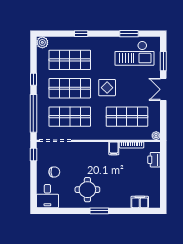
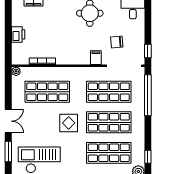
window: (33, 79) -> (148, 157), moved
filing cabinet: (114, 148) -> (96, 58), moved
printer: (154, 160) -> (18, 34), moved
chair: (54, 172) -> (117, 42), moved

